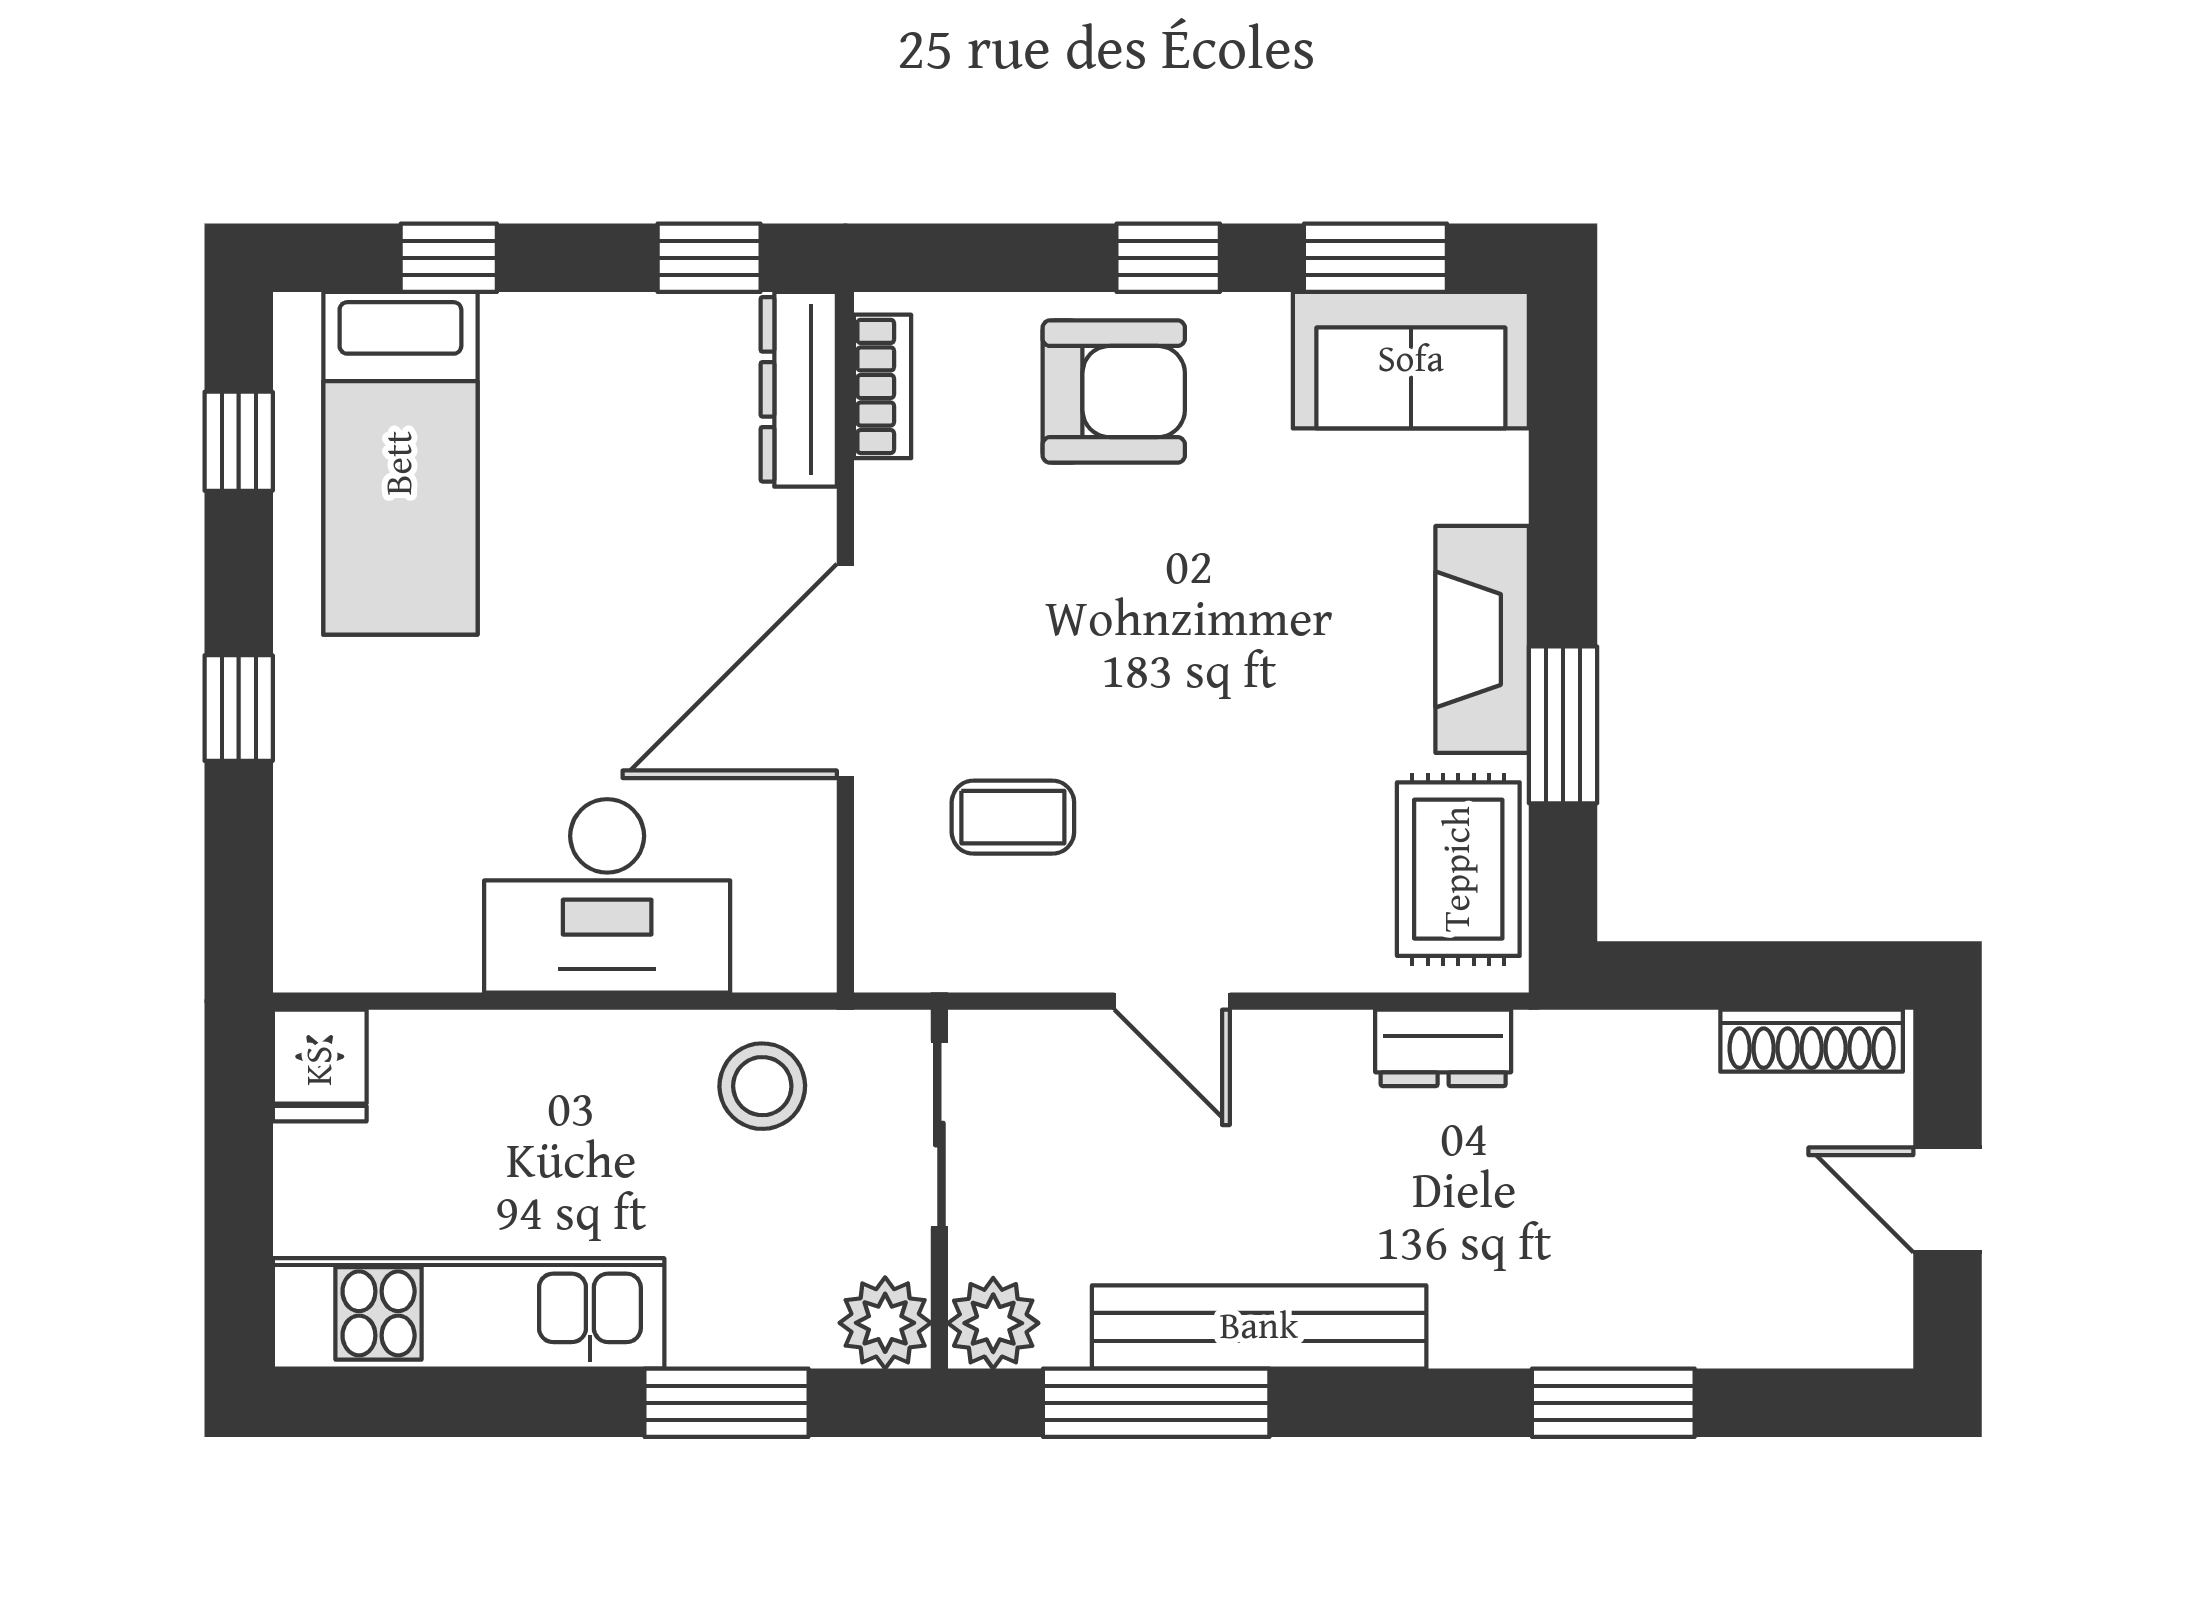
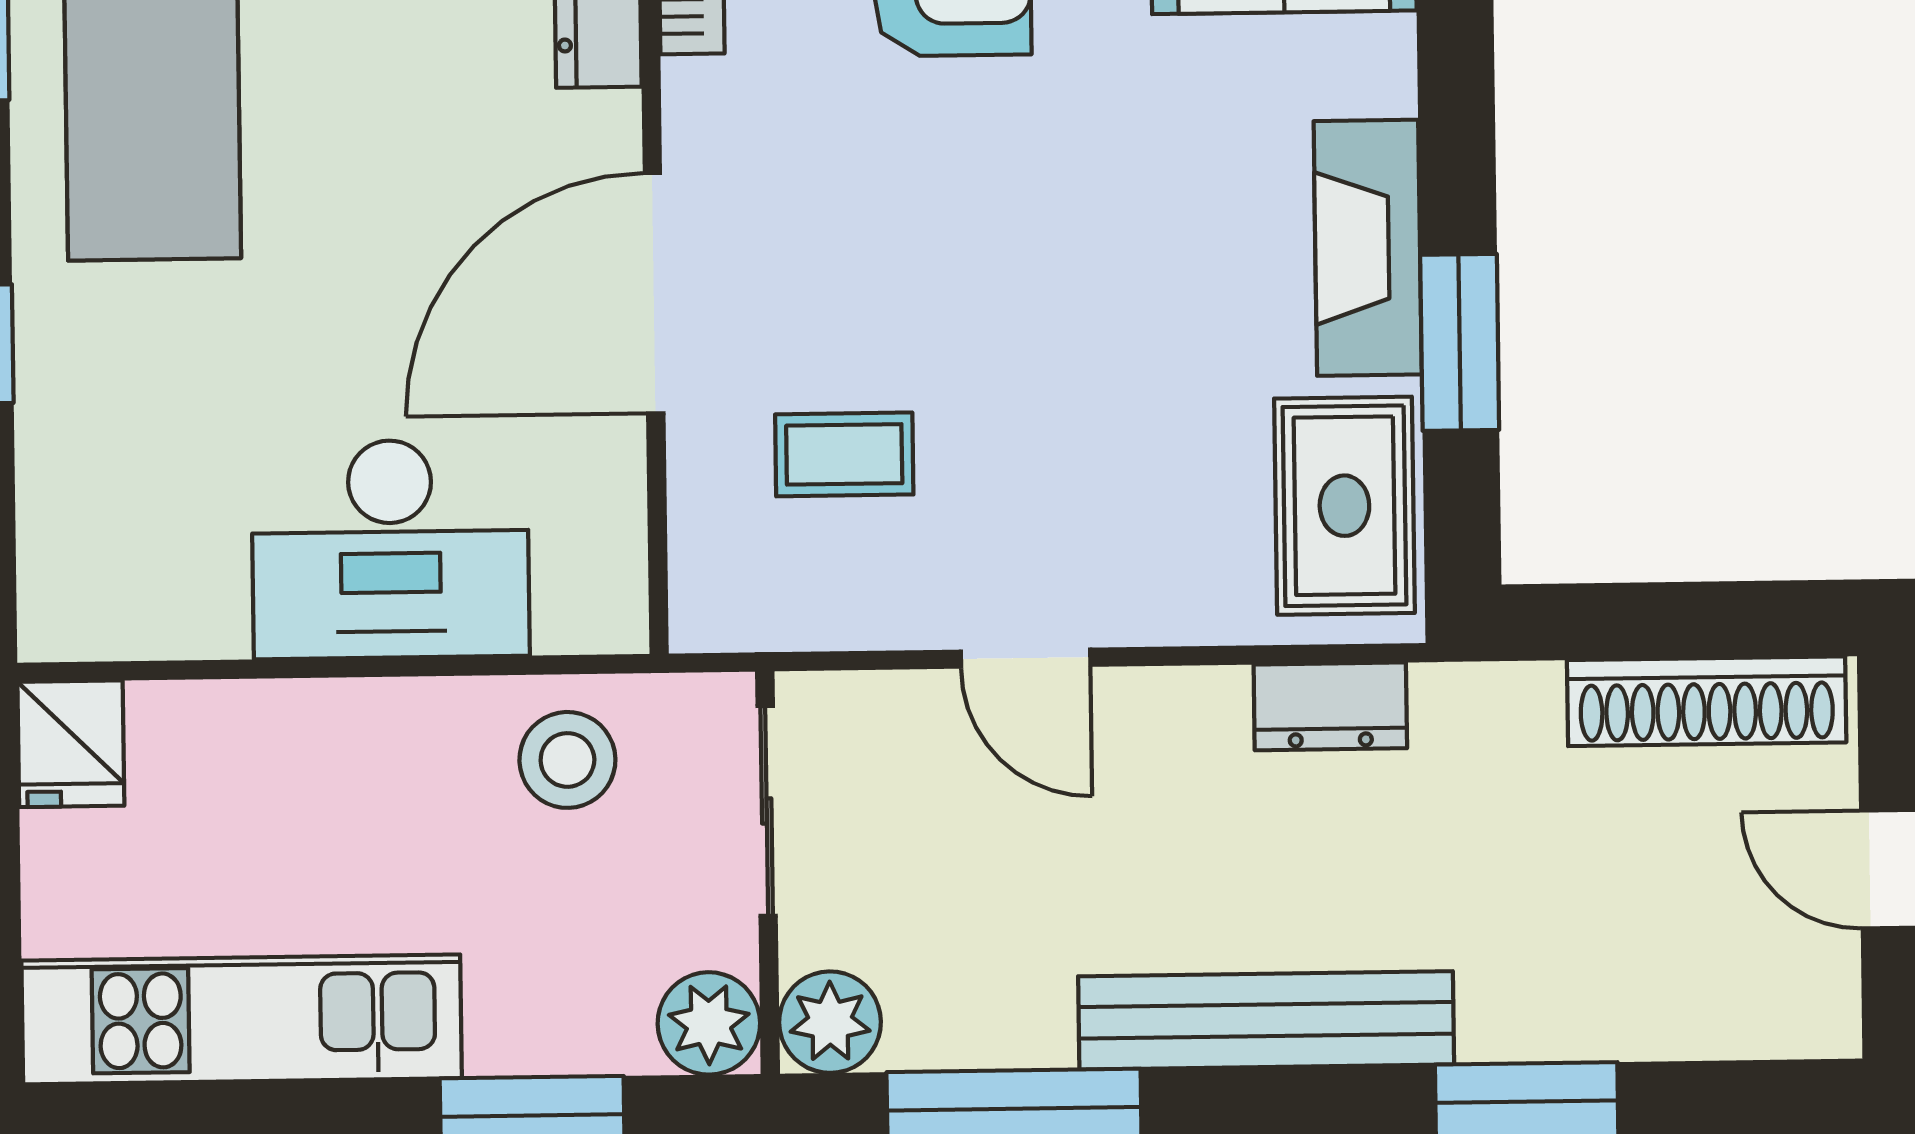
shoe rack: (1812, 1041) -> (1707, 701), width x1.36, depth x1.24
bench: (1259, 1327) -> (1266, 1020), moved

